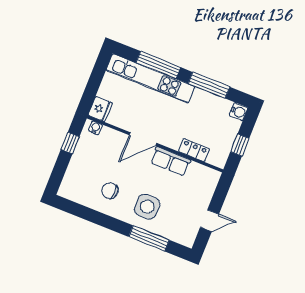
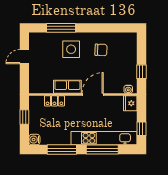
window: (99, 71) -> (141, 129), added

